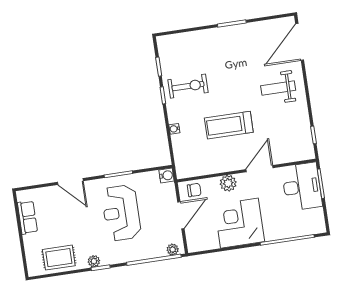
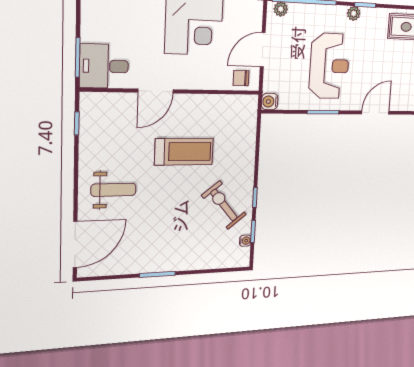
exercise bike: (188, 86) -> (224, 205), turned 51
water cooler: (174, 129) -> (245, 241), moved
door: (70, 181) -> (375, 113), hinge flipped
plant: (228, 183) -> (198, 79), removed
desk: (302, 187) -> (104, 66), width x0.73
plant: (94, 261) -> (354, 13), moved

